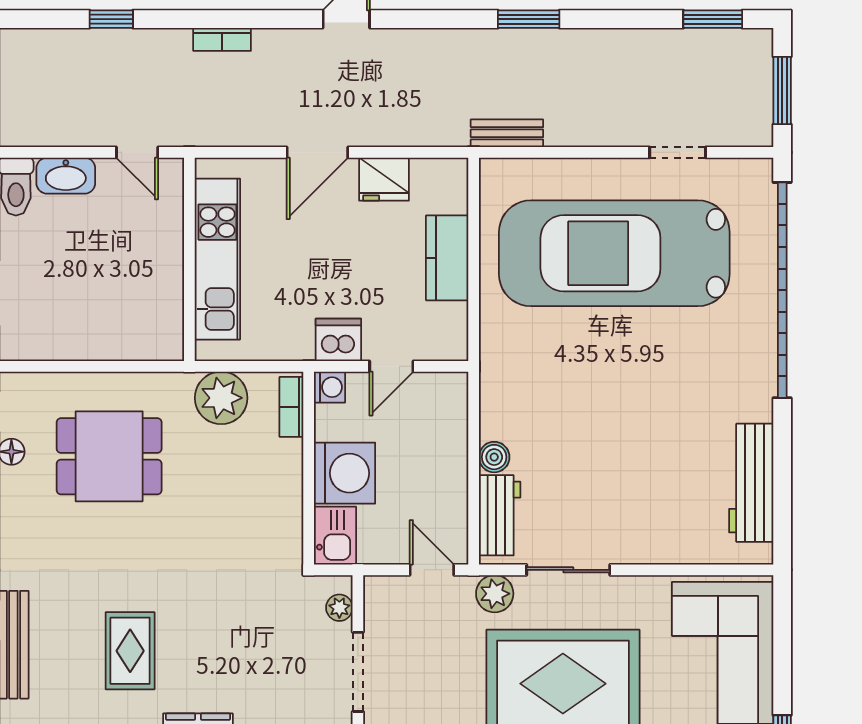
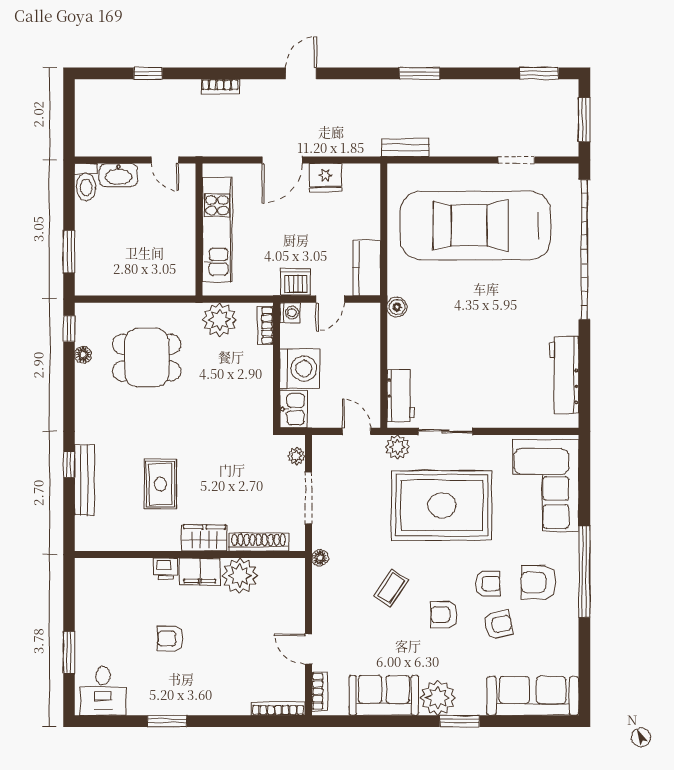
kitchen counter: (447, 258) -> (366, 268), moved
boiler: (494, 457) -> (397, 307), moved

